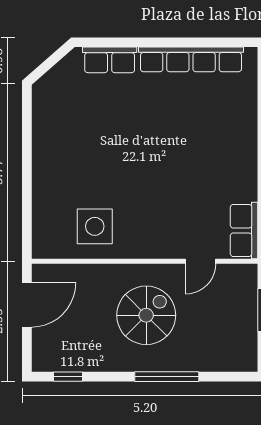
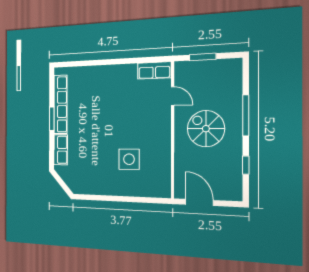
window: (165, 42) -> (52, 119), added
side table: (95, 226) -> (129, 159), moved
window: (68, 377) -> (246, 165), moved

